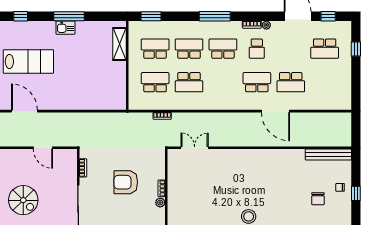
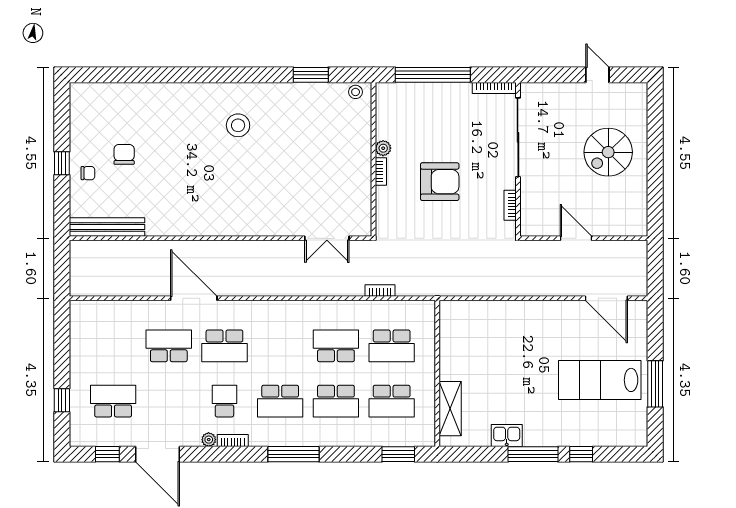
window: (21, 16) -> (581, 454), moved
kitchen sink: (65, 28) -> (507, 436), moved
spiral stairs: (23, 200) -> (608, 152), turned -90

